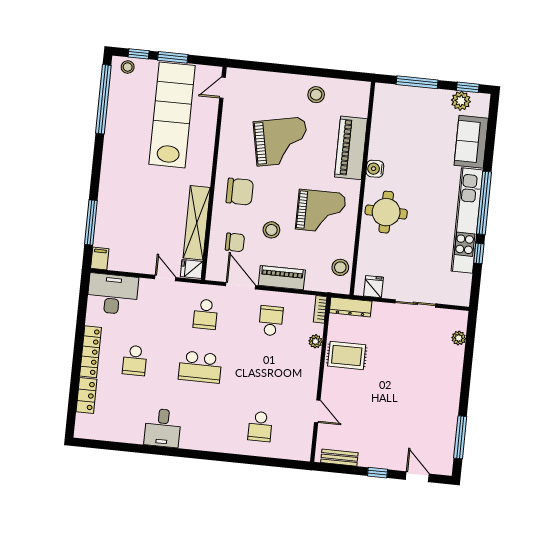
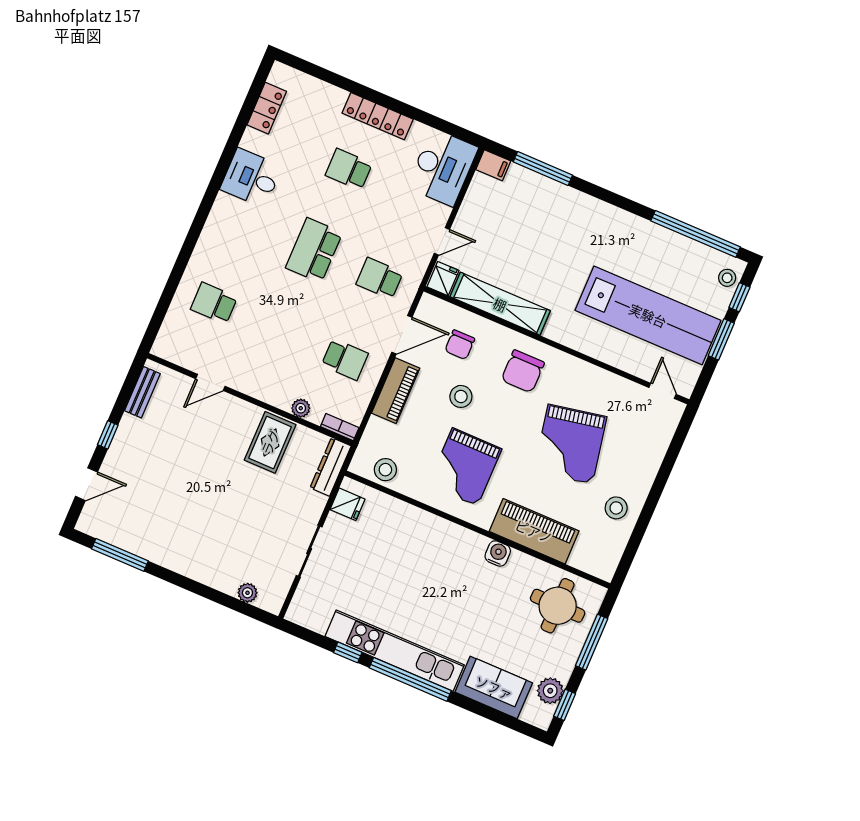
round table: (386, 212) -> (558, 606), moved
locker: (86, 396) -> (267, 108), moved, turned -90

